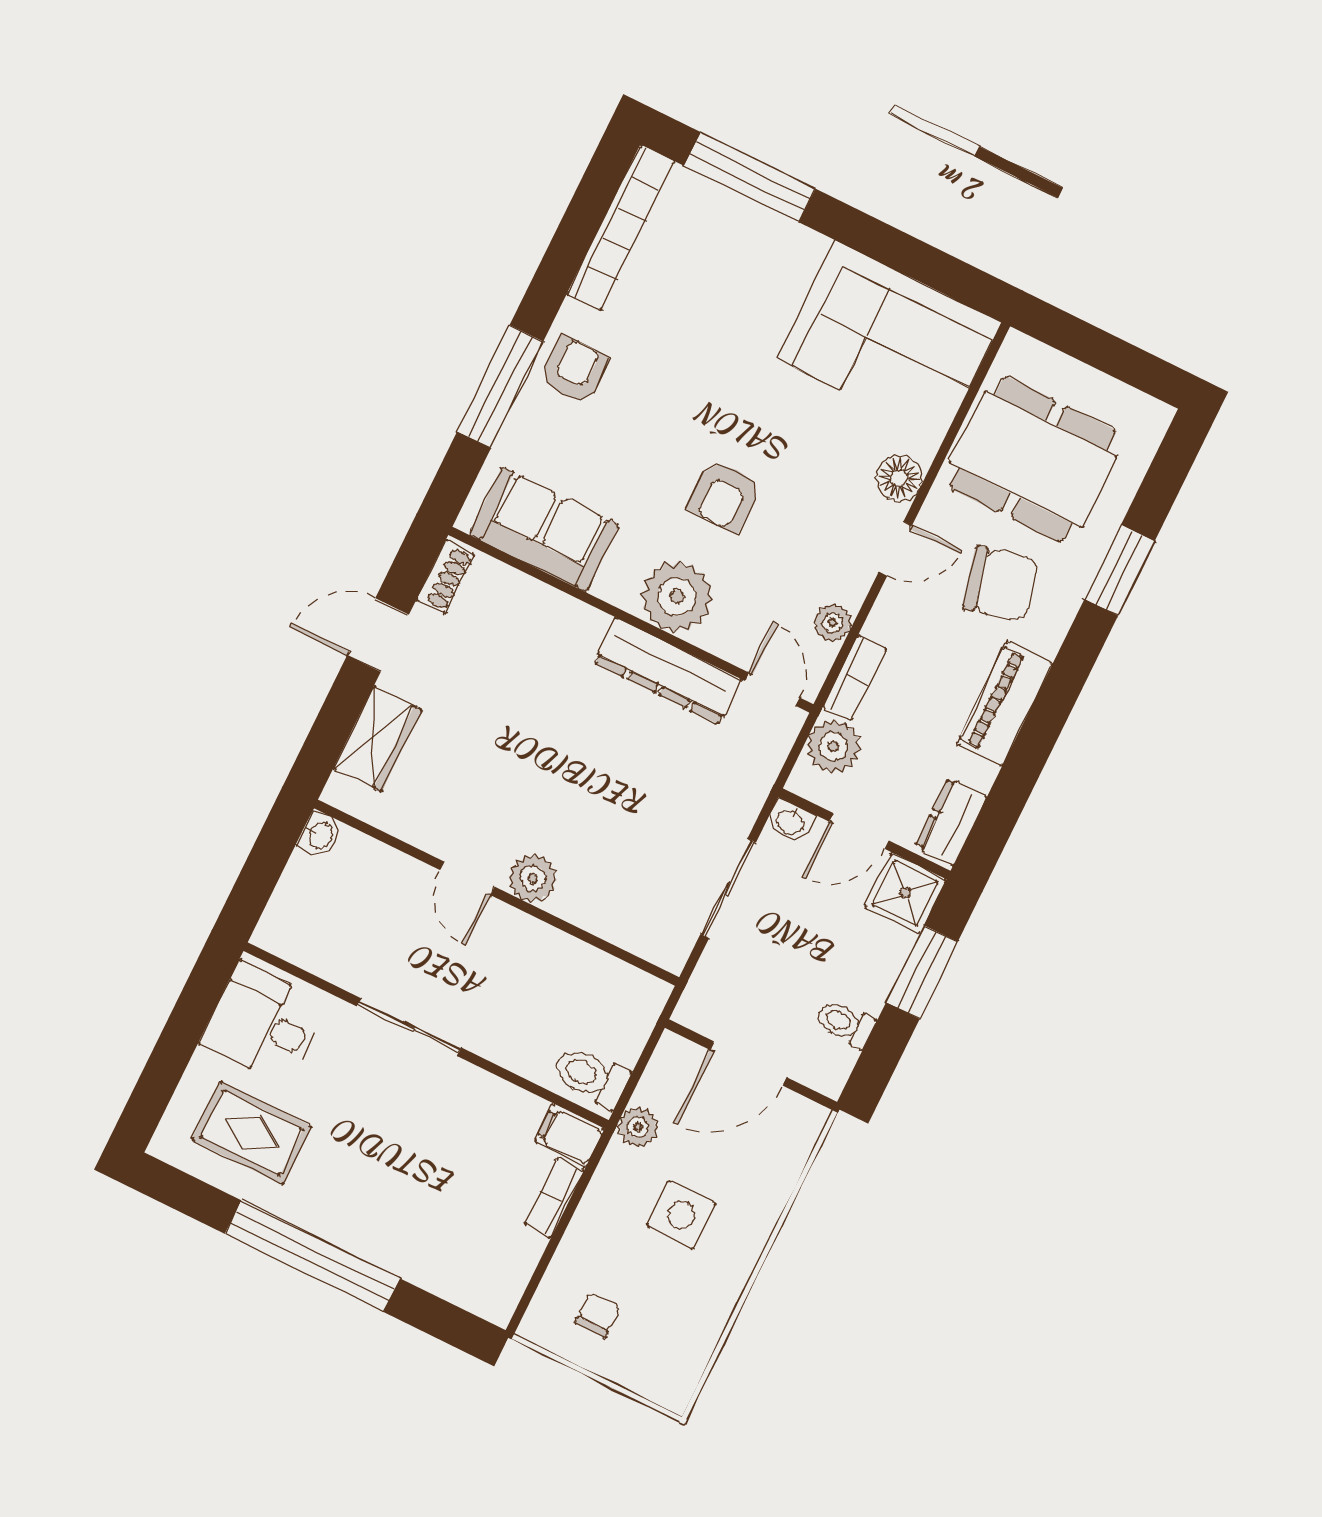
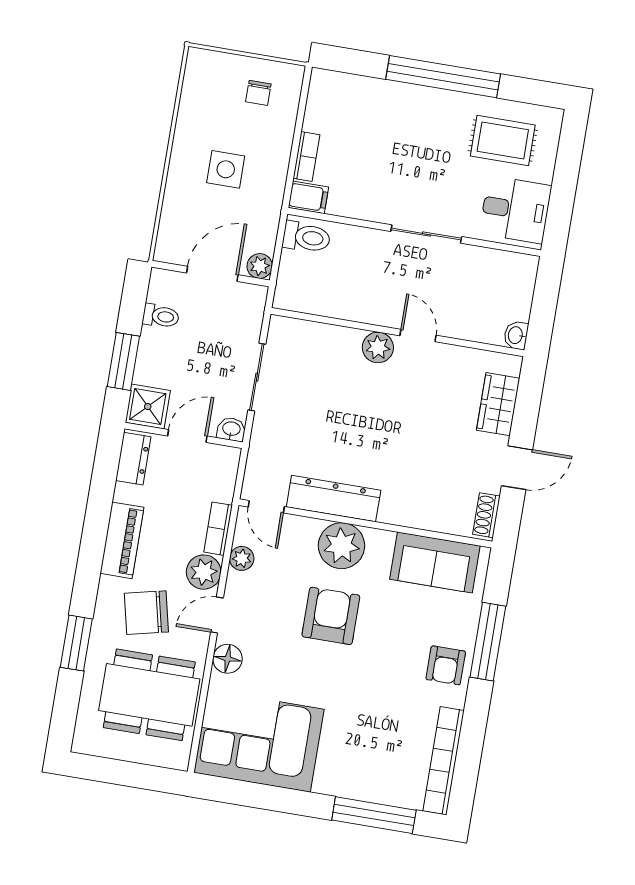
armchair: (724, 496) -> (331, 616), width x1.38, depth x1.38
plant: (833, 746) -> (204, 572), moved
plant: (638, 1127) -> (260, 266), moved

